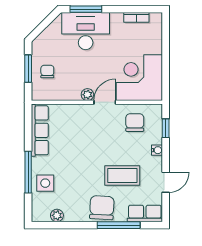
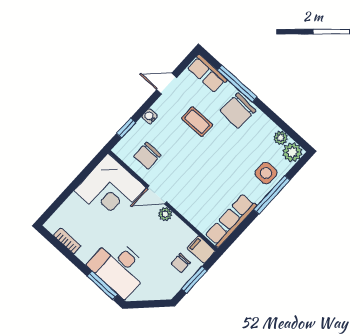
filing cabinet: (42, 93) -> (201, 250), added
coffee table: (122, 175) -> (197, 122), width x0.73, depth x0.77
plant: (40, 213) -> (292, 152), added

